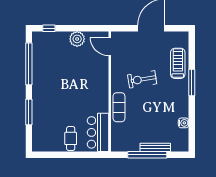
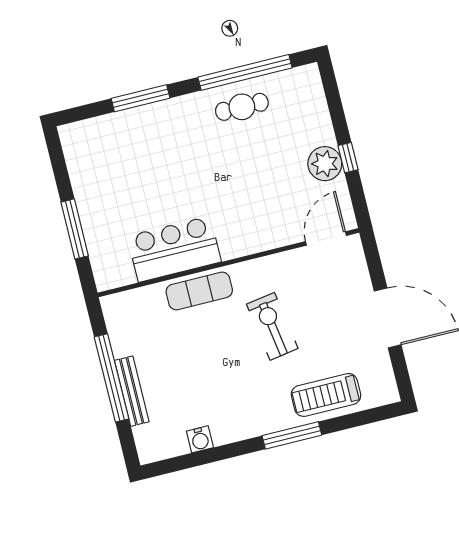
window: (49, 28) -> (348, 158), moved
treadmill: (178, 63) -> (326, 395), turned 180
bar counter: (98, 132) -> (174, 249), moved
cafe table: (71, 138) -> (242, 107), moved
window: (79, 155) -> (75, 229), added

